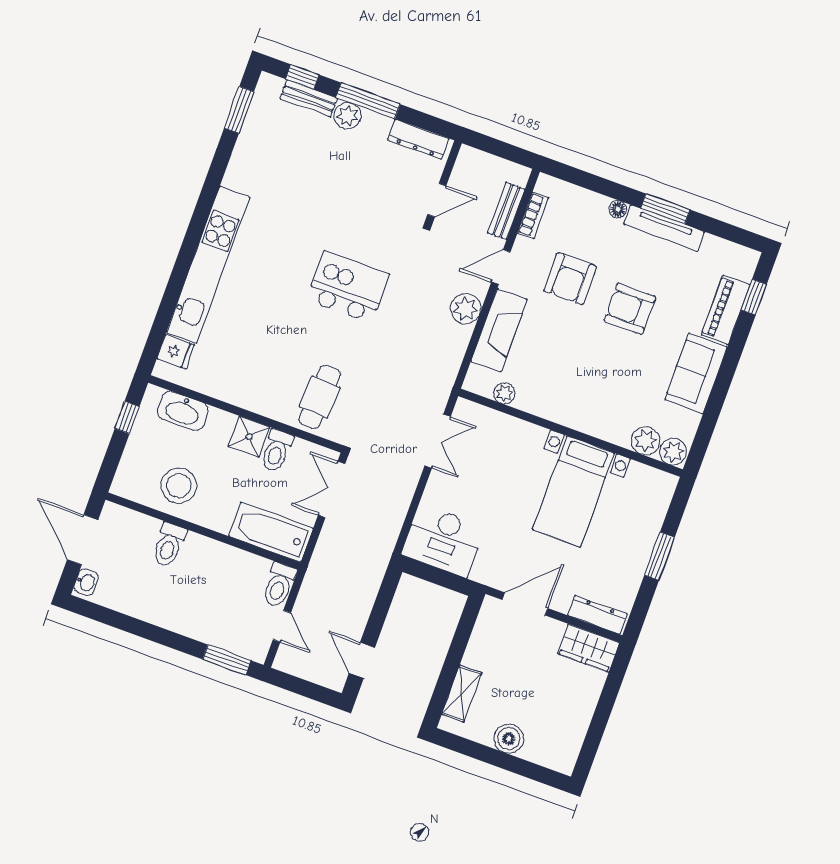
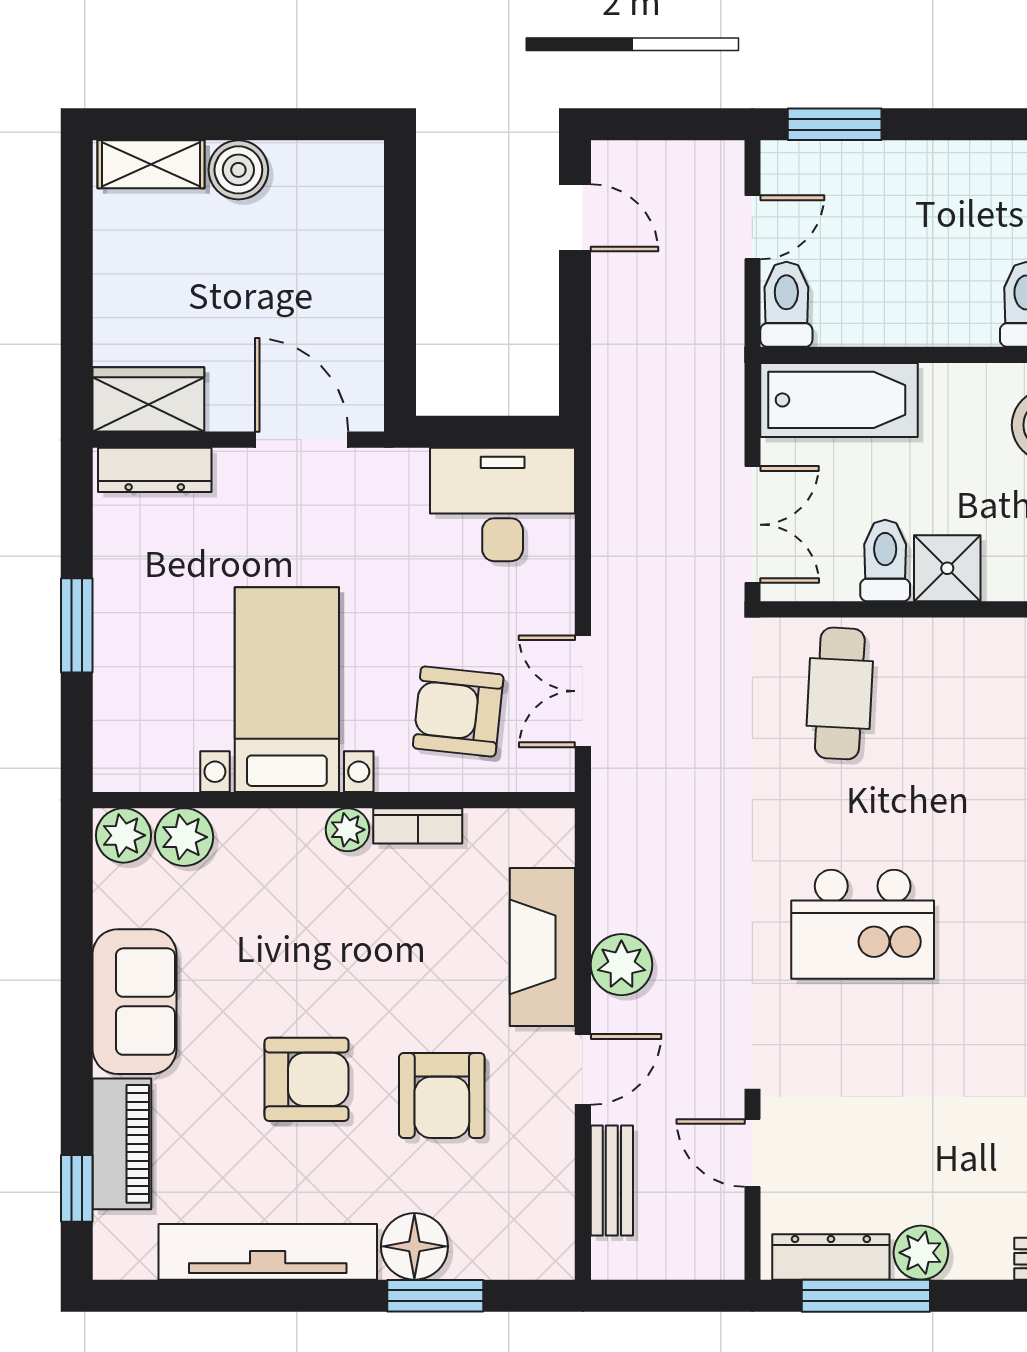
window: (368, 101) -> (866, 1296), moved
plant: (347, 116) -> (921, 1253), moved
door: (437, 200) -> (752, 1153), hinge flipped
floor lamp: (618, 209) -> (414, 1246), width x1.89, depth x1.89
window: (665, 209) -> (435, 1296), moved
bookcase: (533, 215) -> (418, 826), moved, turned -90
tv unit: (664, 228) -> (268, 1252), width x1.36, depth x1.29
armchair: (570, 279) -> (442, 1095), turned 180
plant: (504, 393) -> (347, 830), moved
armchair: (498, 453) -> (458, 711), added
door: (525, 604) -> (302, 440), swing flipped
door: (282, 626) -> (752, 227), swing flipped
shelving: (462, 694) -> (151, 164), moved, turned 90

